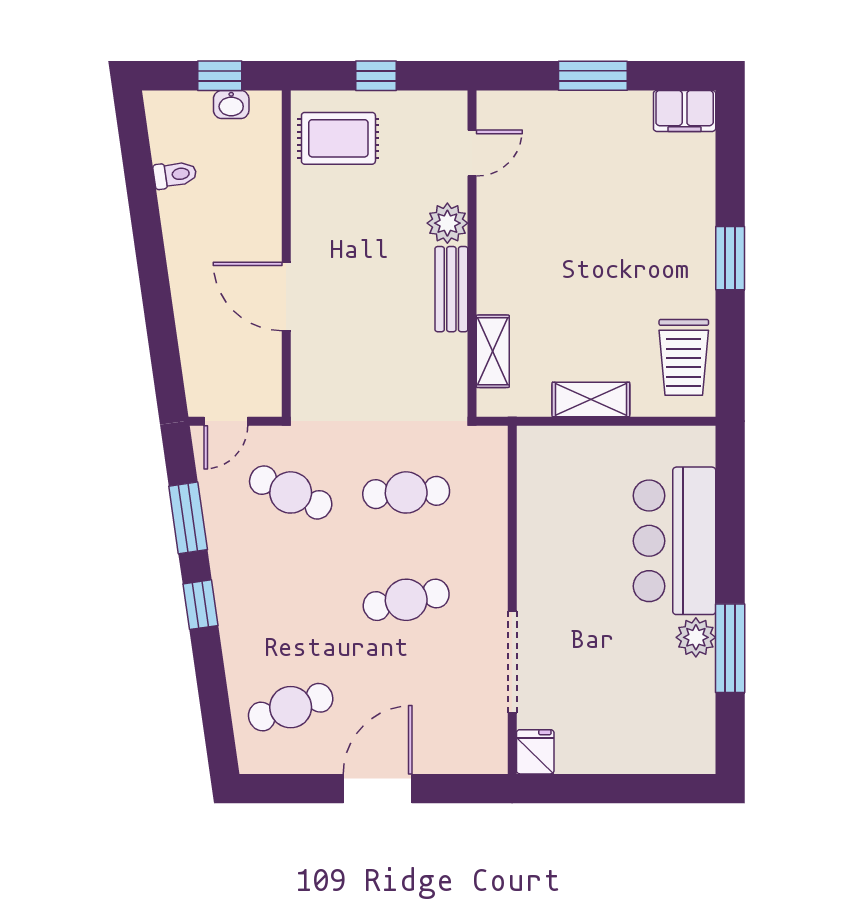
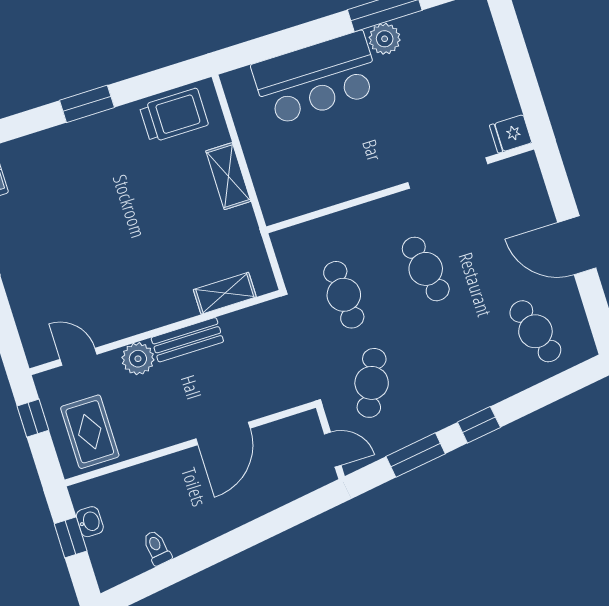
door: (472, 153) -> (79, 357), moved
plant: (447, 223) -> (138, 359), moved
wall: (472, 254) -> (155, 333), moved
bench: (451, 289) -> (187, 340), moved
shelving: (493, 351) -> (225, 293), moved

